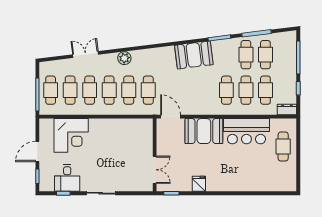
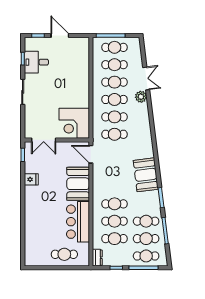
cafe table: (285, 55) -> (146, 256), added
plant: (124, 58) -> (141, 97), moved
door: (171, 117) -> (91, 154), swing flipped
corner desk: (71, 135) -> (74, 123), moved

